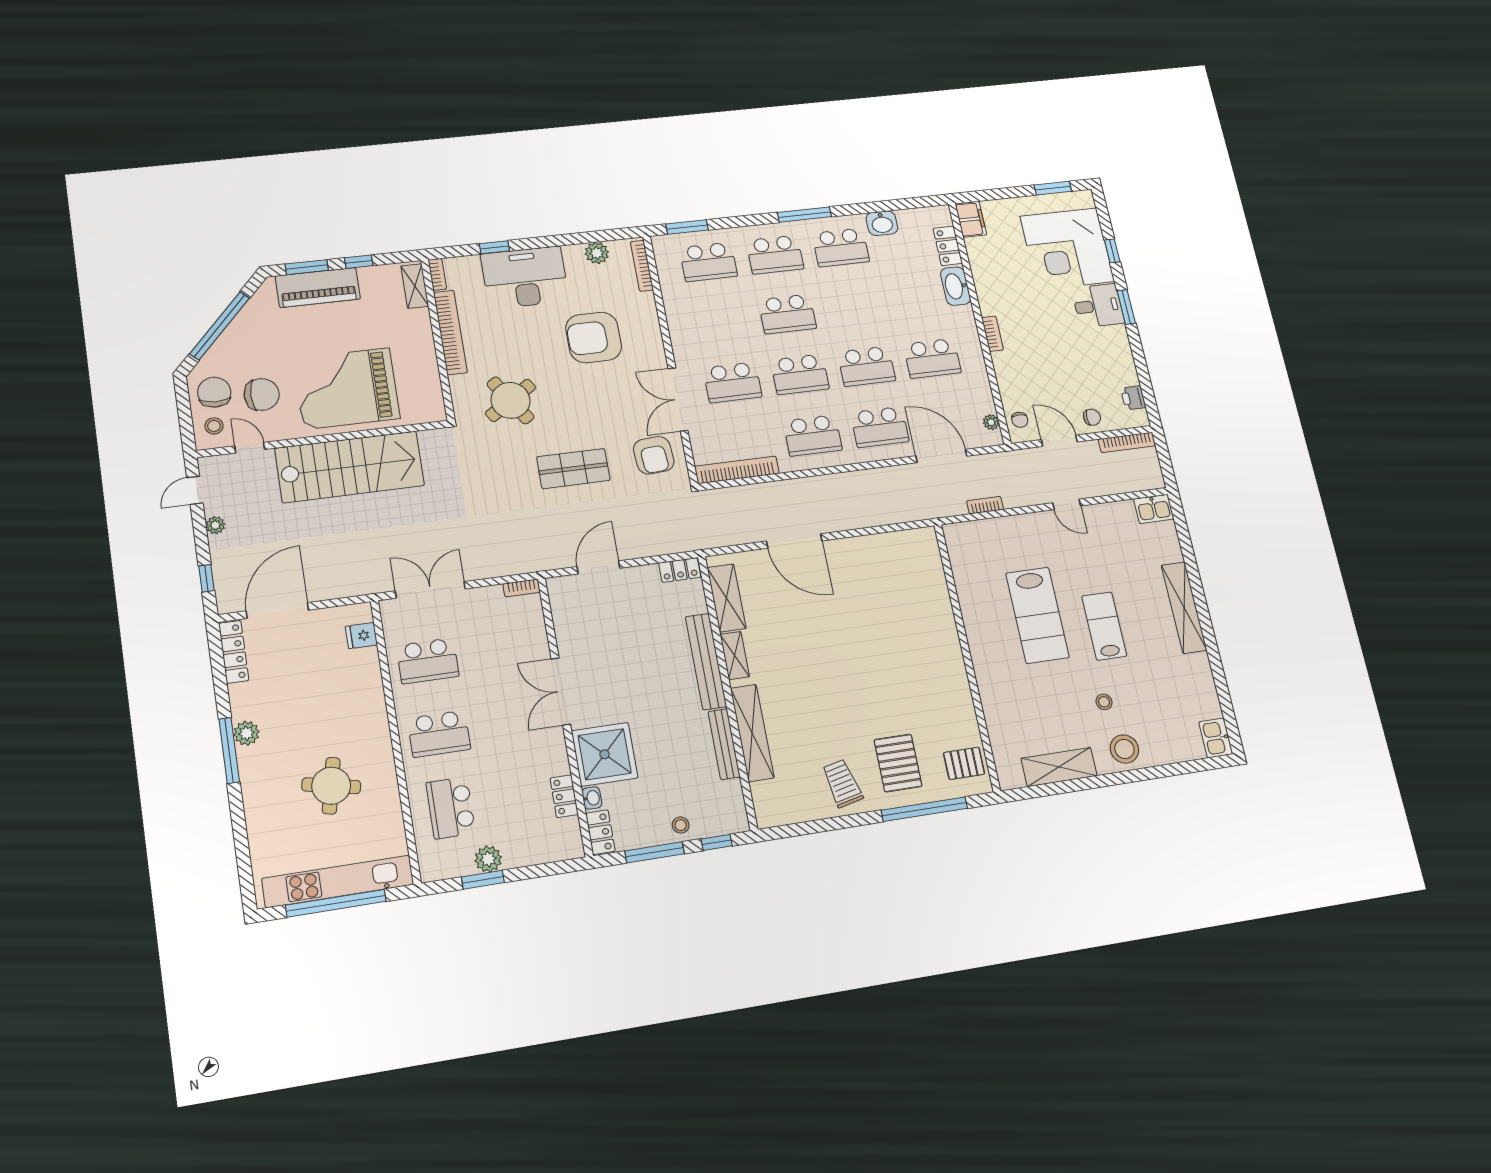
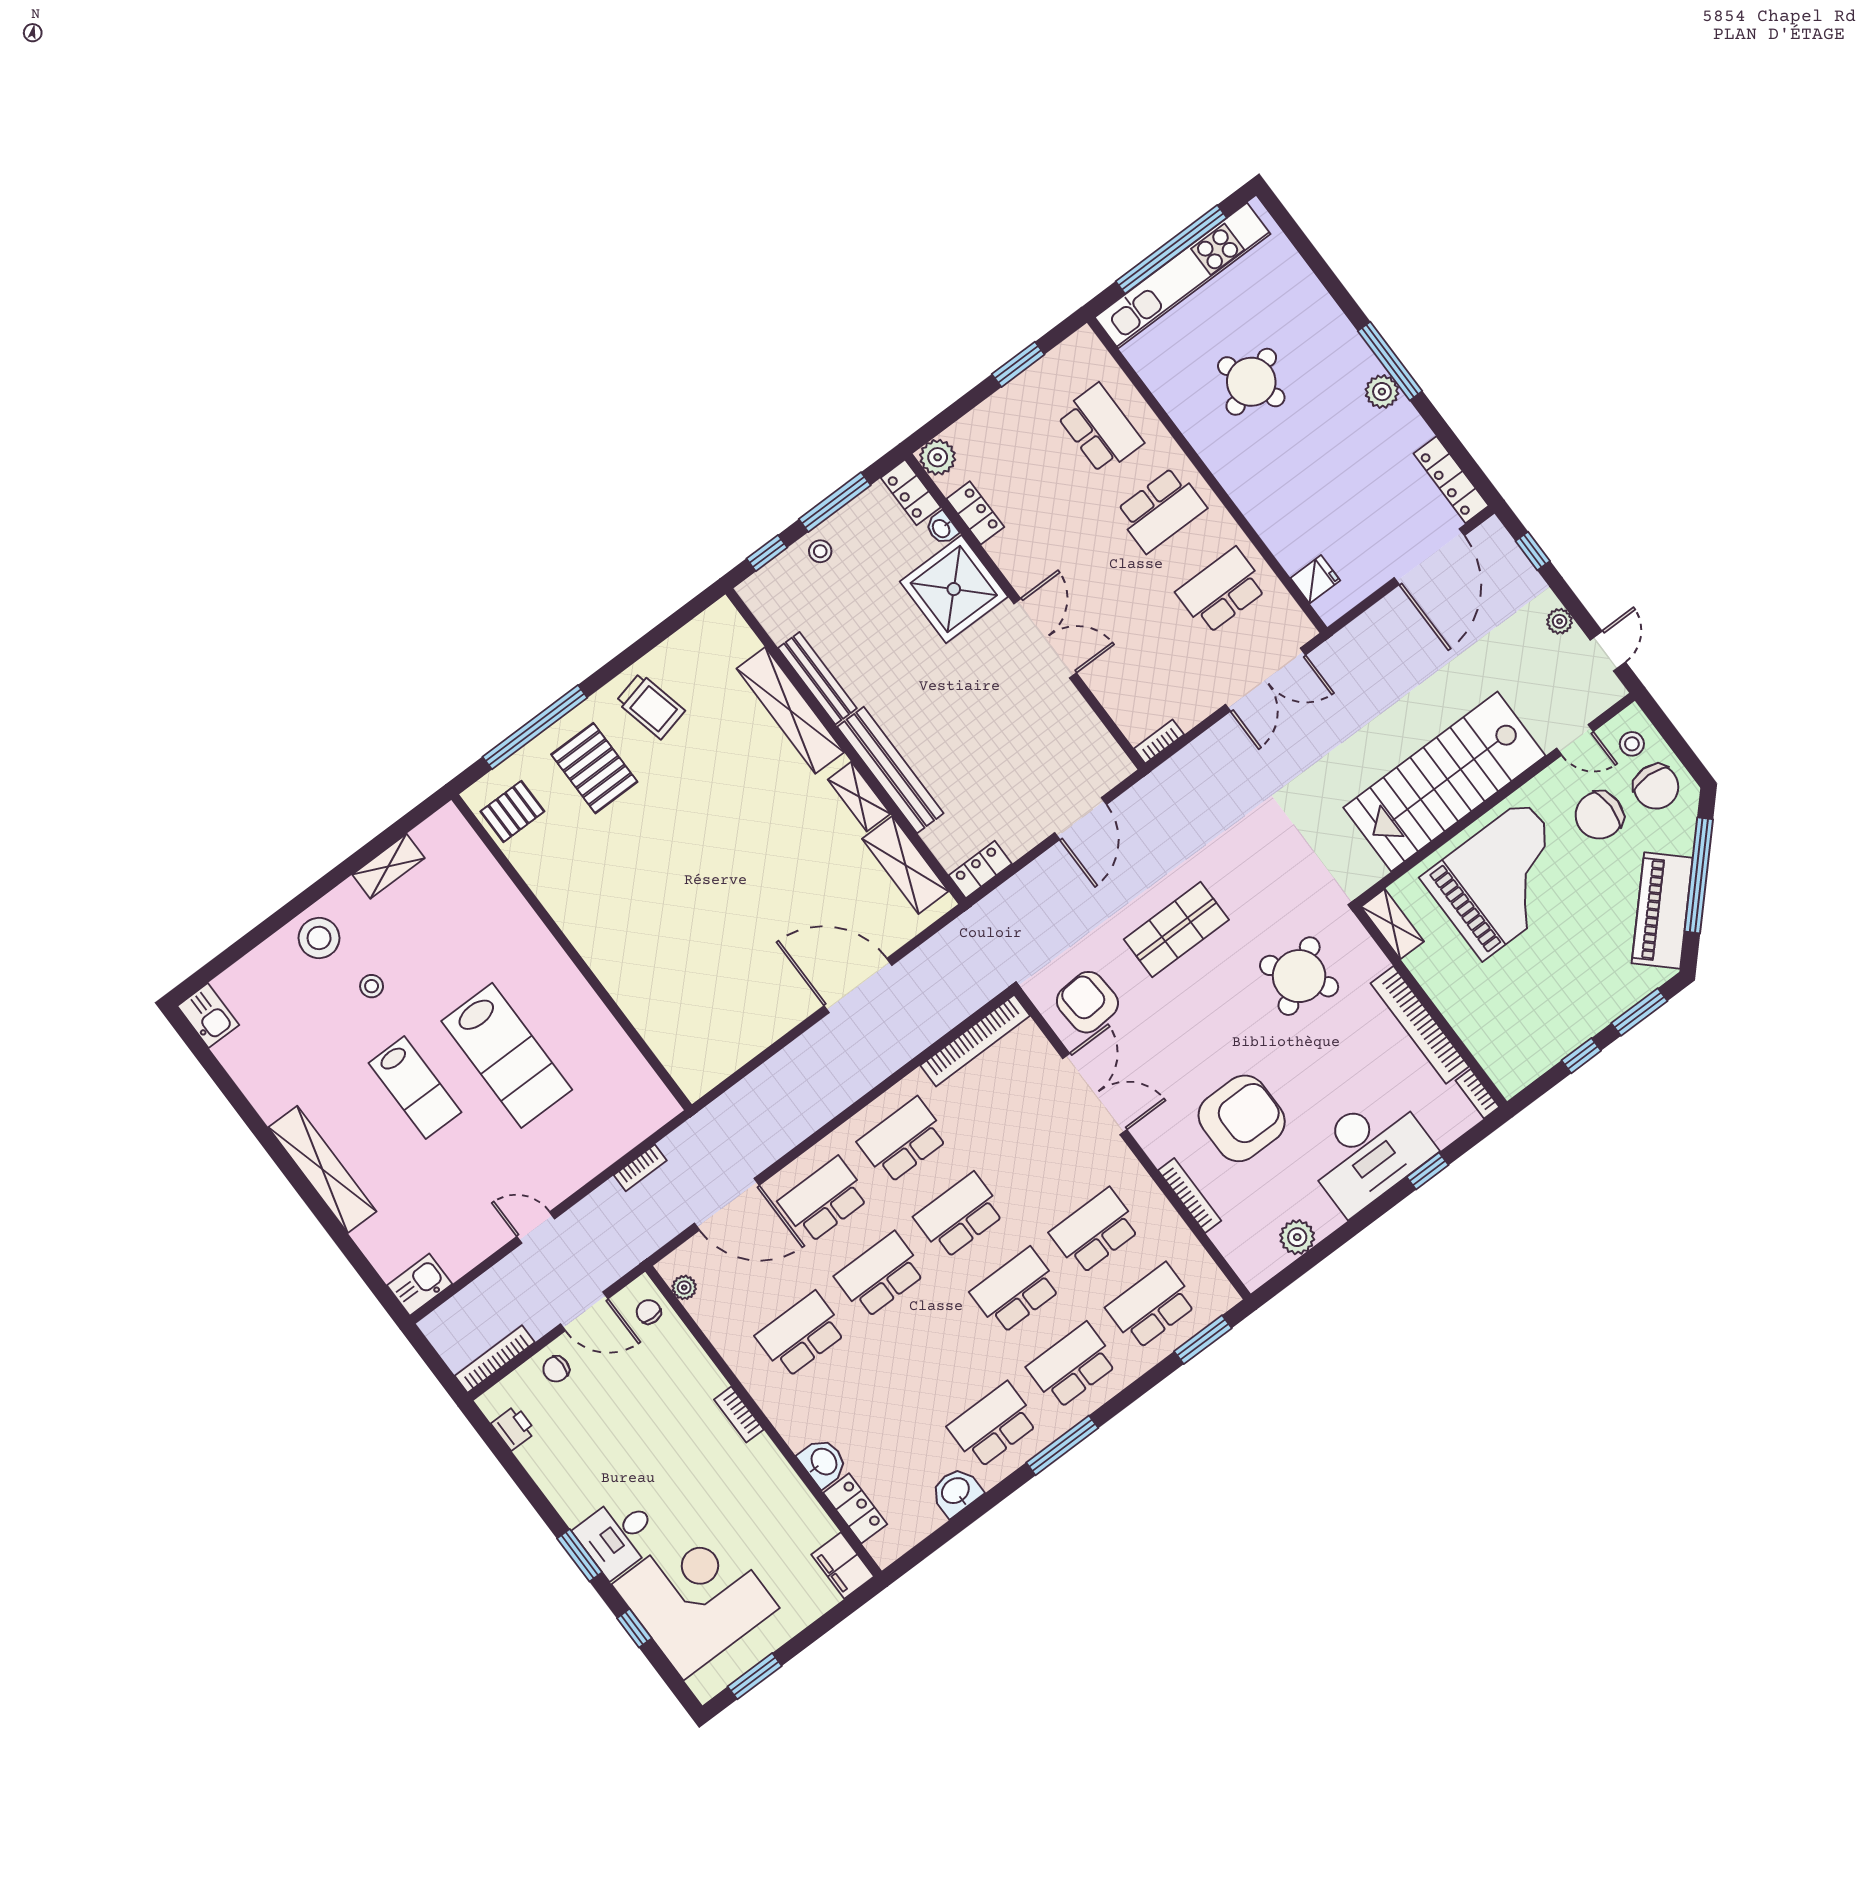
bookcase: (642, 266) -> (1190, 1196), moved
shelving: (415, 286) -> (1392, 924), moved
washbasin: (956, 286) -> (823, 1462), width x0.72
piano: (318, 287) -> (1662, 911), moved, turned -47
school desk: (733, 382) -> (1095, 1231), moved
lab bench: (1037, 615) -> (507, 1055), turned 180
school desk: (439, 734) -> (1161, 510), turned 180
shelving: (1059, 767) -> (388, 866), width x0.67, depth x0.75
round table: (331, 786) -> (1251, 382), turned -32
plant: (488, 859) -> (938, 457), moved

